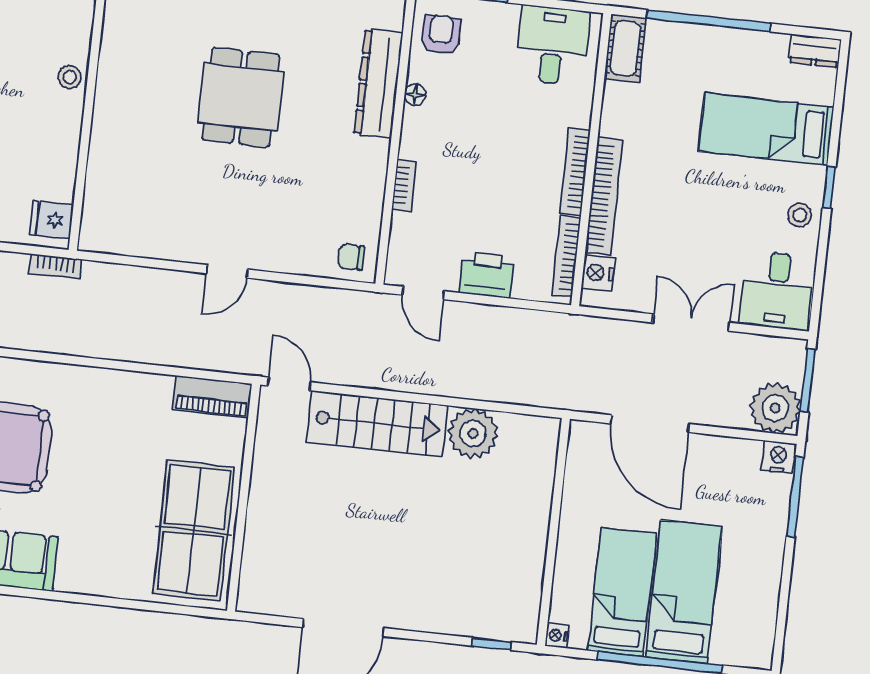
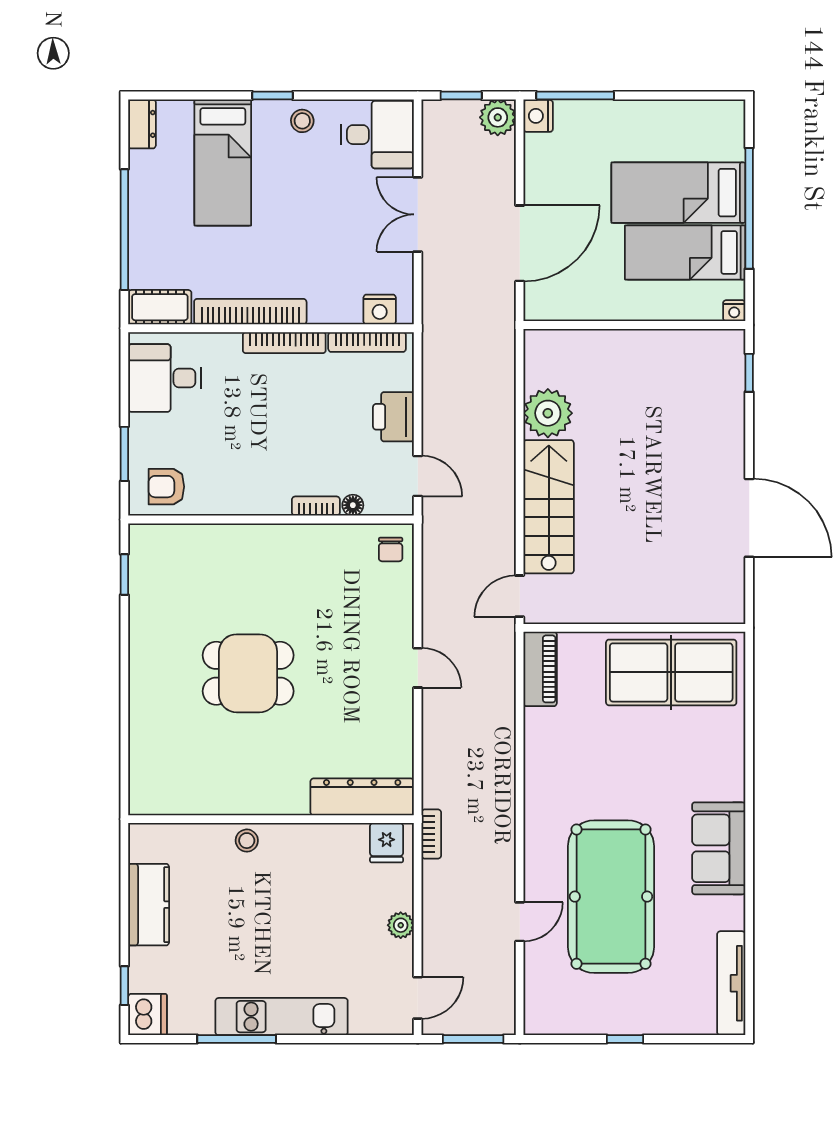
dresser: (378, 84) -> (362, 797), moved, turned 180
floor lamp: (415, 95) -> (353, 505), moved
bookcase: (604, 196) -> (250, 312), moved
door: (423, 293) -> (418, 476), hinge flipped
window: (808, 380) -> (461, 96), width x0.67
plant: (775, 408) -> (498, 117), width x0.73, depth x0.73

